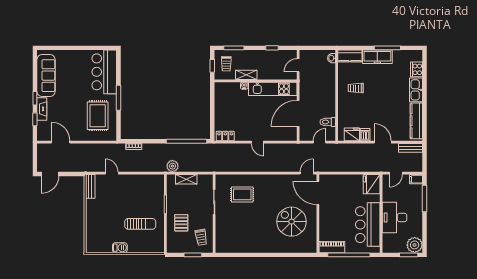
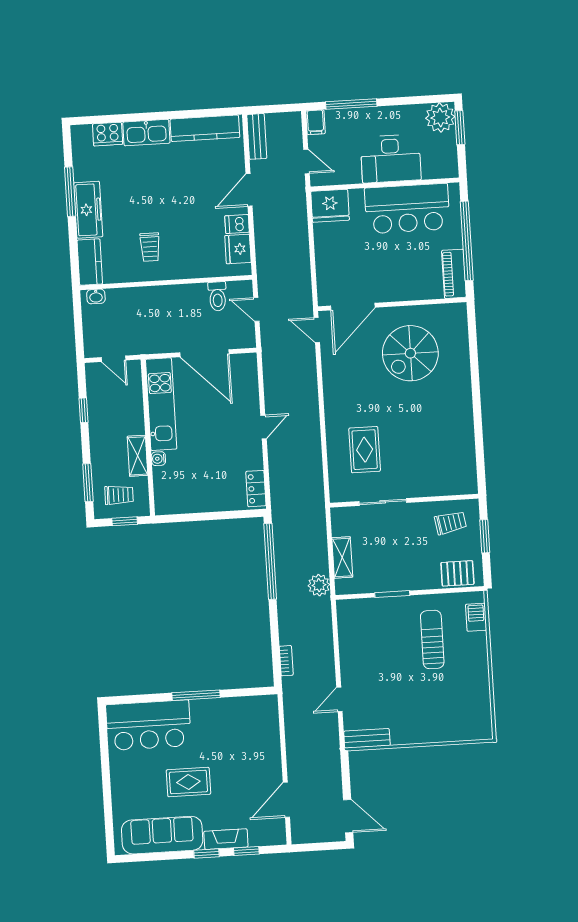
rug: (98, 116) -> (188, 782), moved, width x0.73, depth x0.70
pallet: (181, 223) -> (457, 573), moved
barbecue: (120, 248) -> (476, 617), moved

